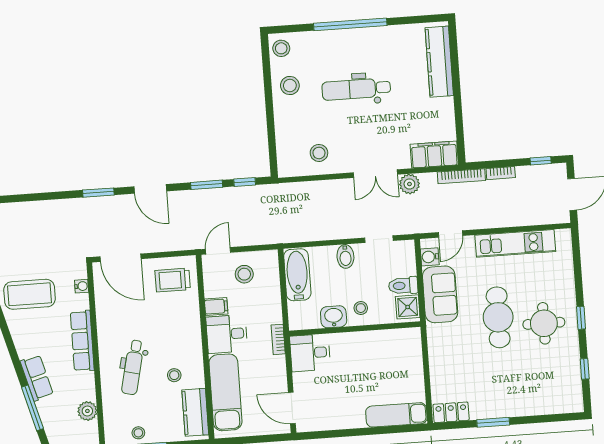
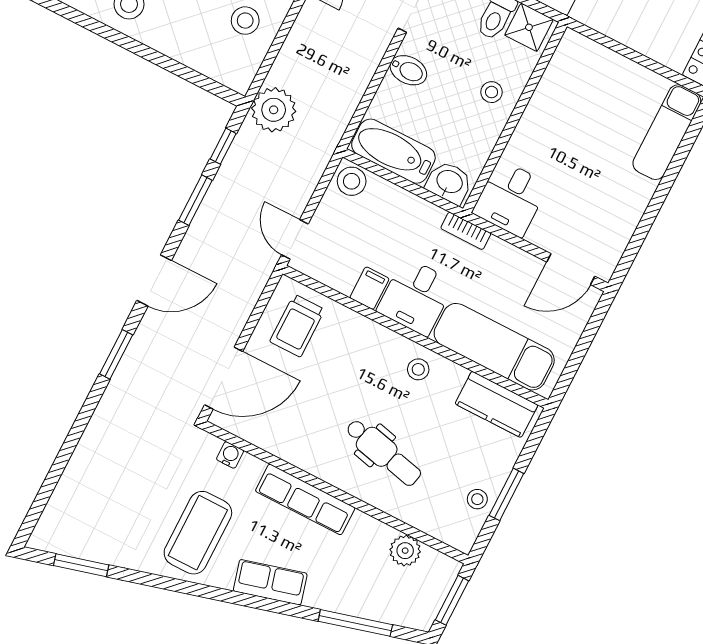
plant: (280, 197) -> (274, 110), added
stool: (244, 274) -> (352, 181), moved
washbasin: (334, 317) -> (449, 182), moved, turned 90
stool: (174, 375) -> (418, 369), moved
row of seats: (37, 378) -> (270, 582), moved

